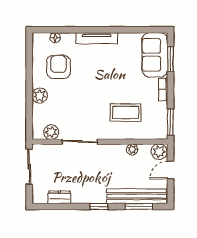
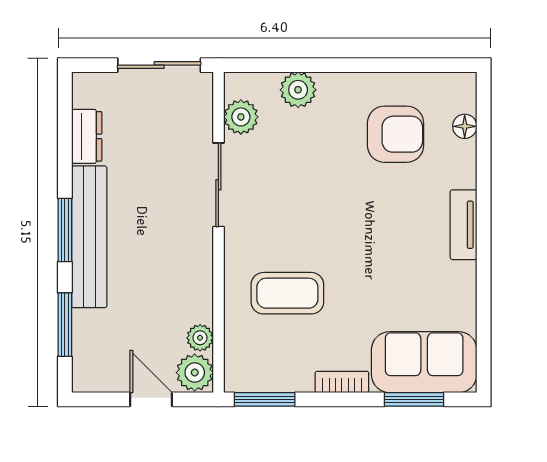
tv unit: (97, 38) -> (464, 225), width x0.71
plant: (40, 96) -> (298, 90), moved
coffee table: (126, 113) -> (287, 293), turned 90
plant: (132, 149) -> (200, 338), moved
bench: (137, 196) -> (89, 237), moved
window: (99, 207) -> (65, 230), width x1.50

